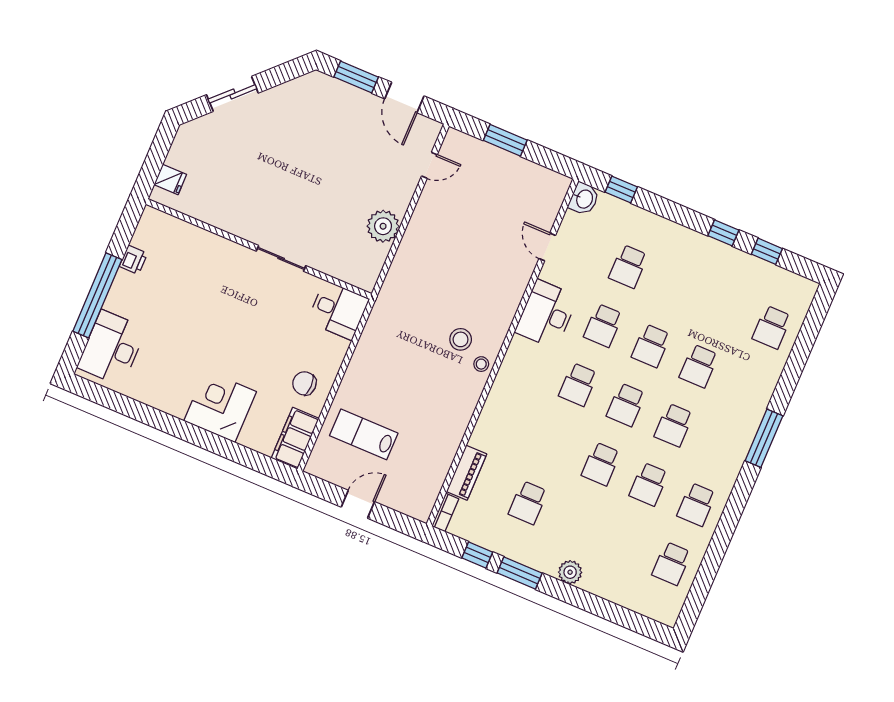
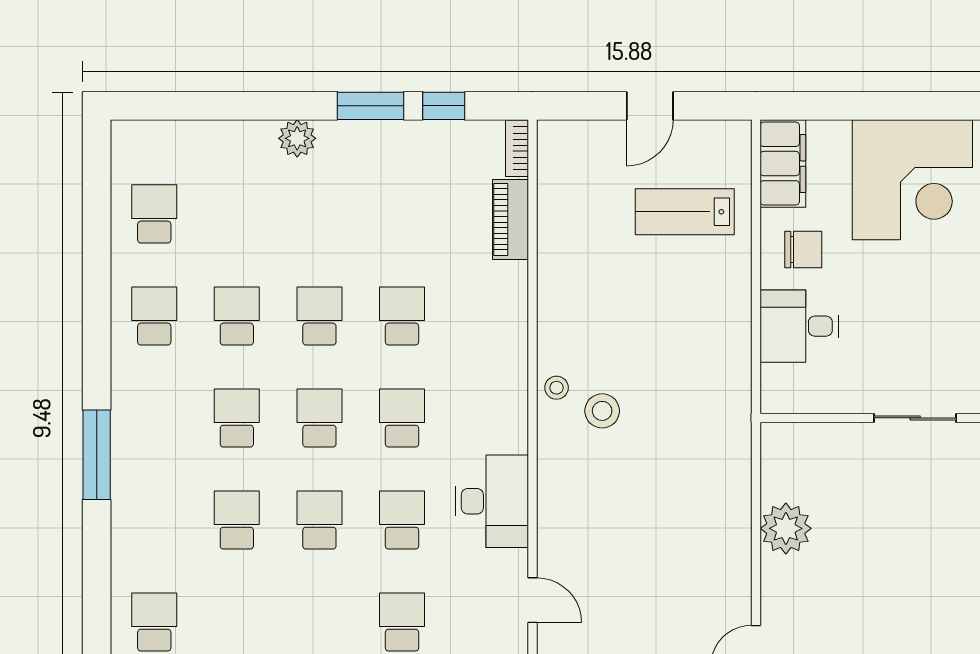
desk: (338, 310) -> (799, 326), moved
corner desk: (220, 406) -> (912, 180), width x1.36, depth x1.36
lab bench: (364, 434) -> (685, 212), turned 180
school desk: (528, 503) -> (402, 316), moved

